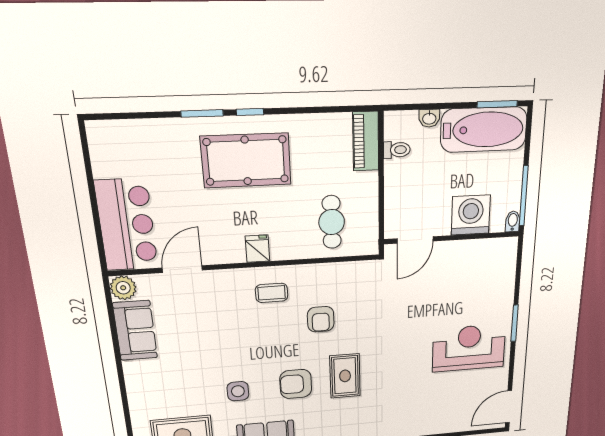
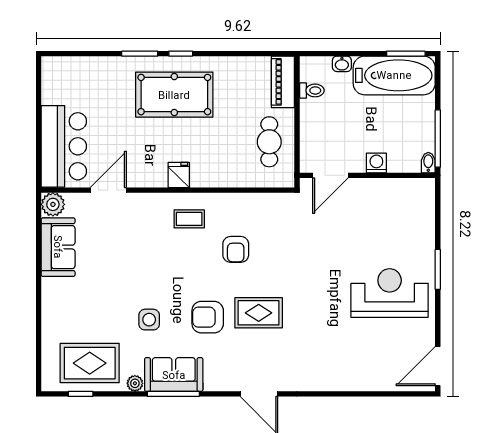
washing machine: (471, 215) -> (376, 163), width x0.53, depth x0.53
cafe table: (332, 222) -> (269, 142), moved
rug: (345, 376) -> (259, 313), turned 90

